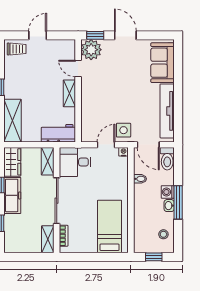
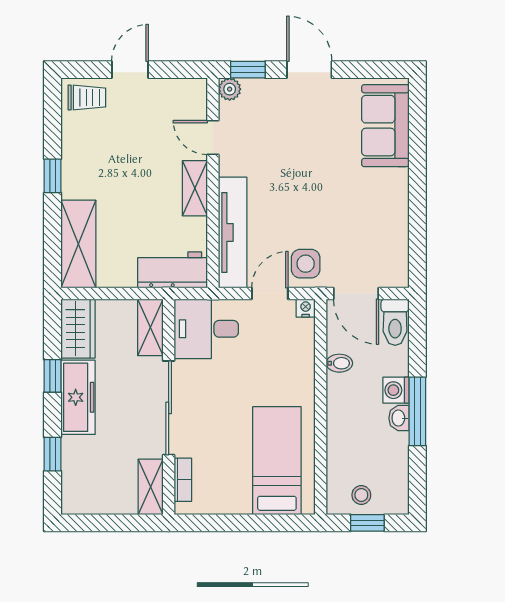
plant: (91, 50) -> (230, 89), width x0.53, depth x0.53
tv unit: (167, 111) -> (233, 232), moved, turned 180
stool: (163, 234) -> (361, 495), moved

